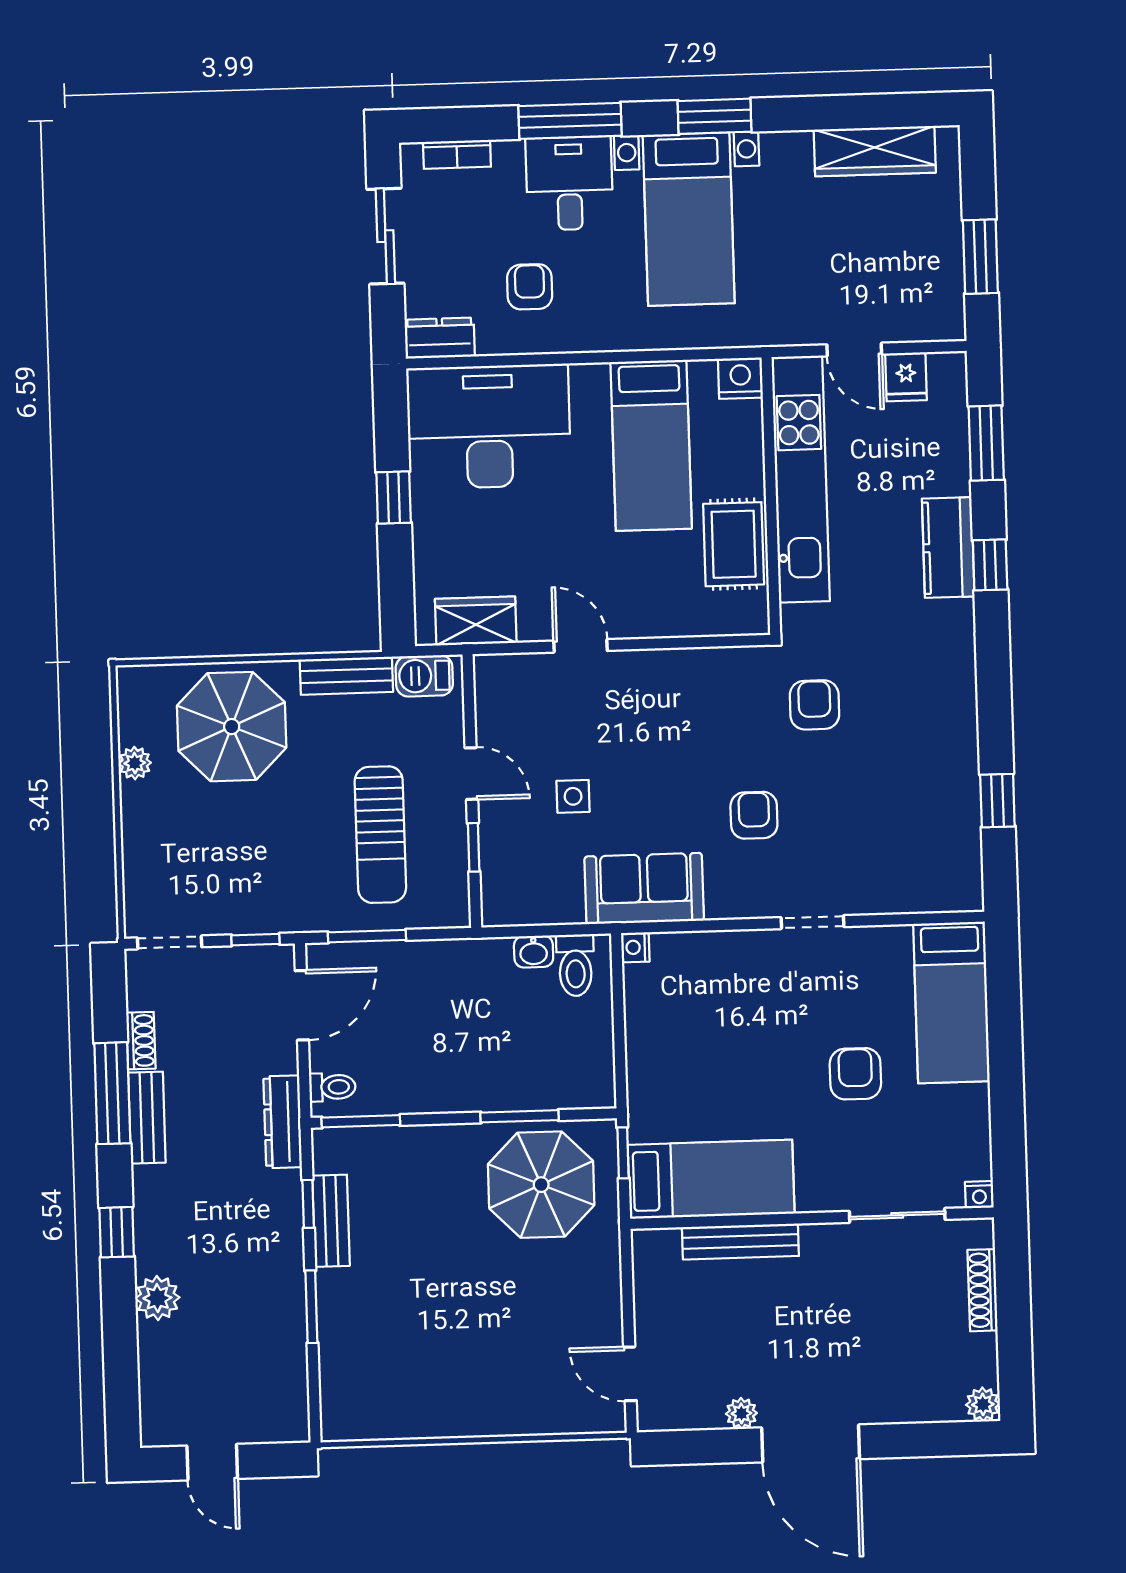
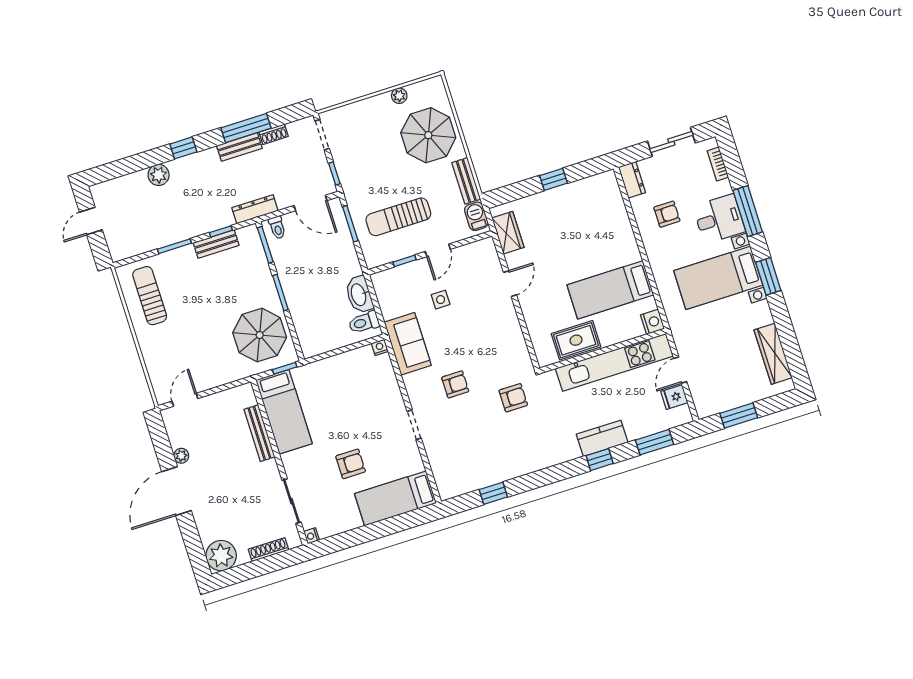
desk: (489, 427) -> (598, 214), removed
washbasin: (534, 952) -> (359, 295), width x1.91, depth x1.45
window: (520, 1116) -> (280, 293), moved
sun lounger: (398, 1386) -> (150, 296), added
plant: (983, 1404) -> (221, 556), width x1.88, depth x1.88

